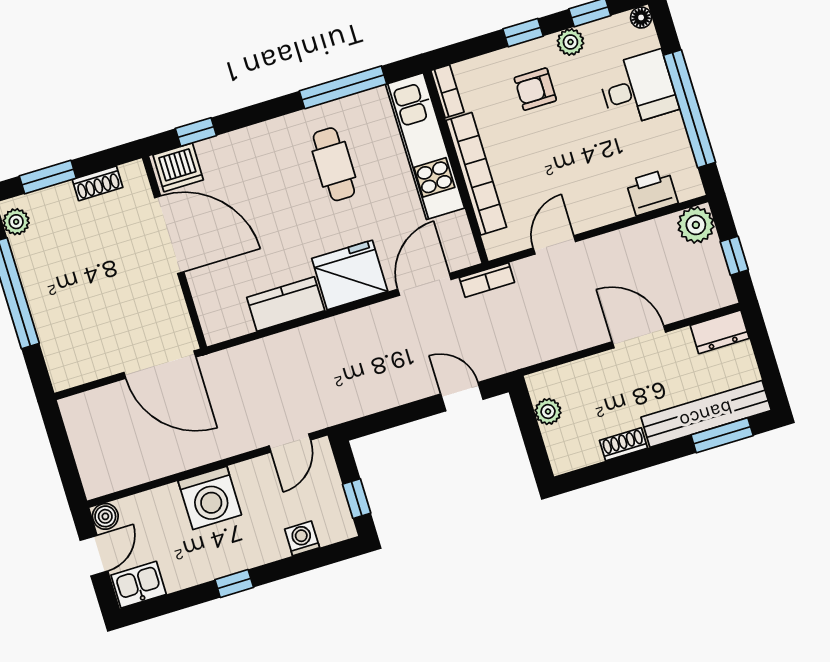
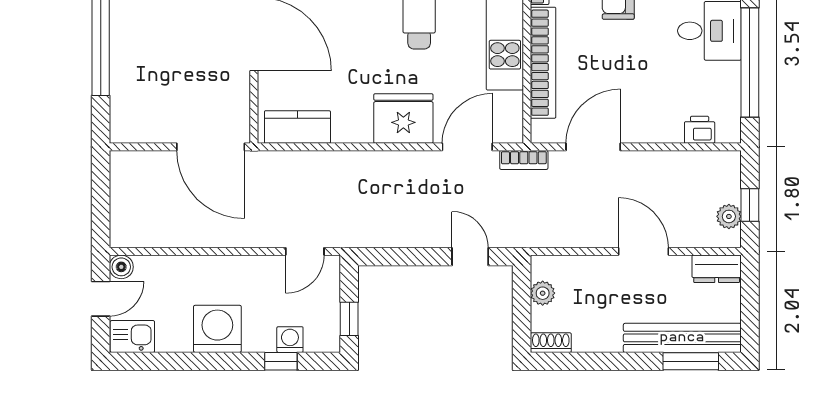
printer: (652, 192) -> (700, 130), width x0.73, depth x0.81
plant: (696, 225) -> (729, 216), moved, width x0.73, depth x0.73
door: (554, 245) -> (593, 147), width x1.38
kitchen counter: (286, 304) -> (297, 127), moved
shoe rack: (623, 444) -> (551, 343), moved
washing machine: (210, 498) -> (217, 329), moved, turned 180
window: (234, 583) -> (281, 361), moved

